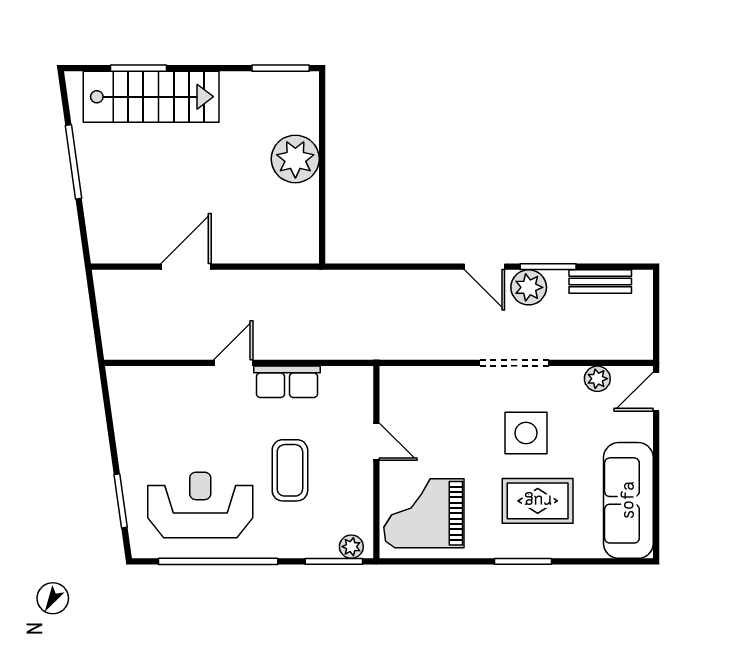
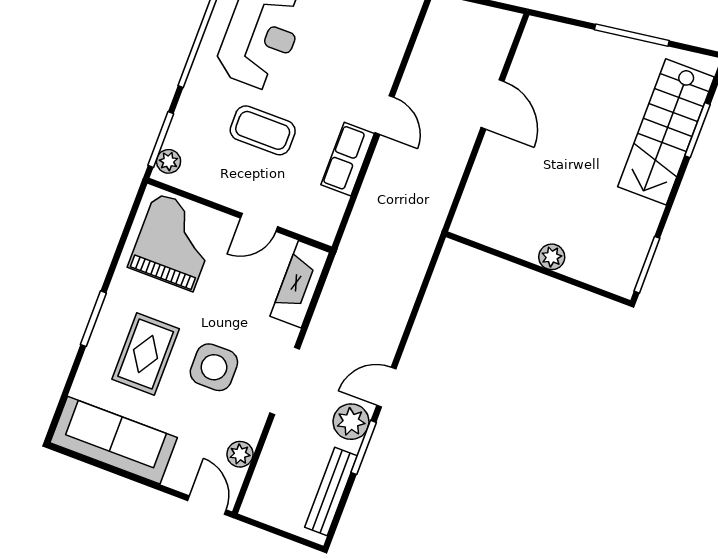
plant: (295, 159) -> (552, 257), width x0.53, depth x0.53
bench: (600, 282) -> (331, 492), width x1.36
fireplace: (419, 382) -> (300, 284), added

